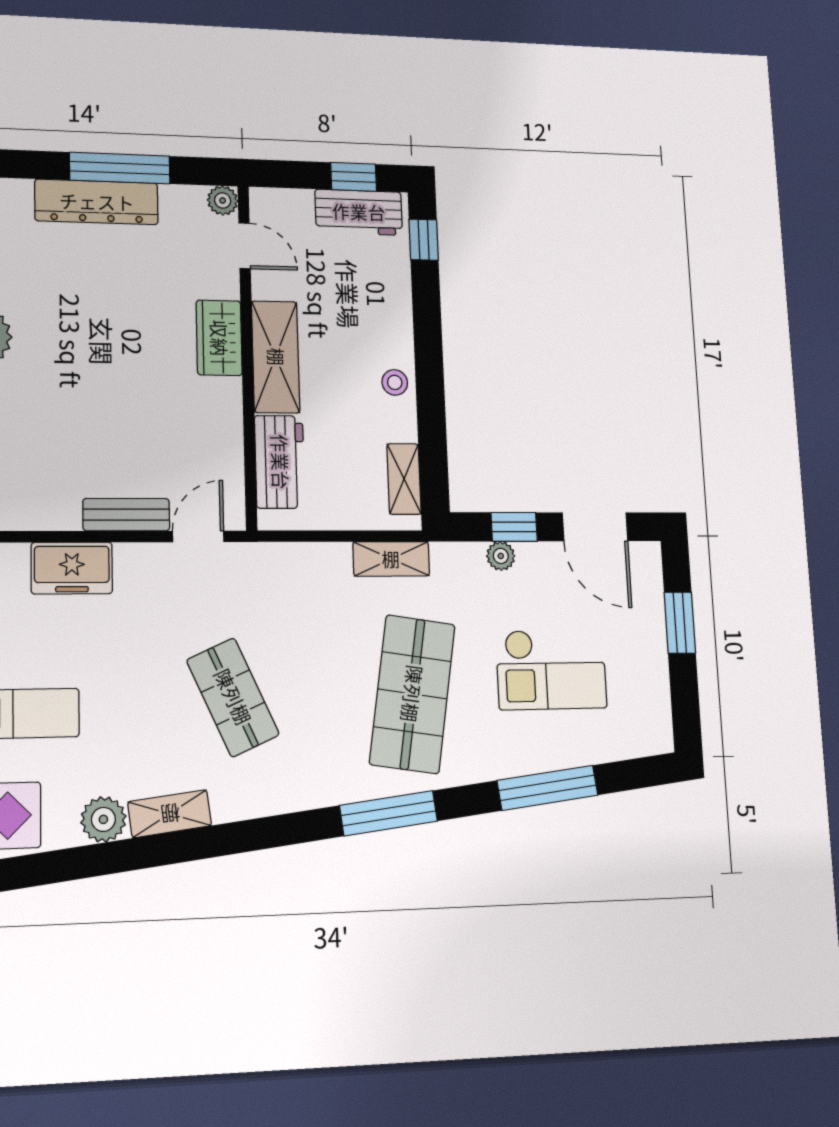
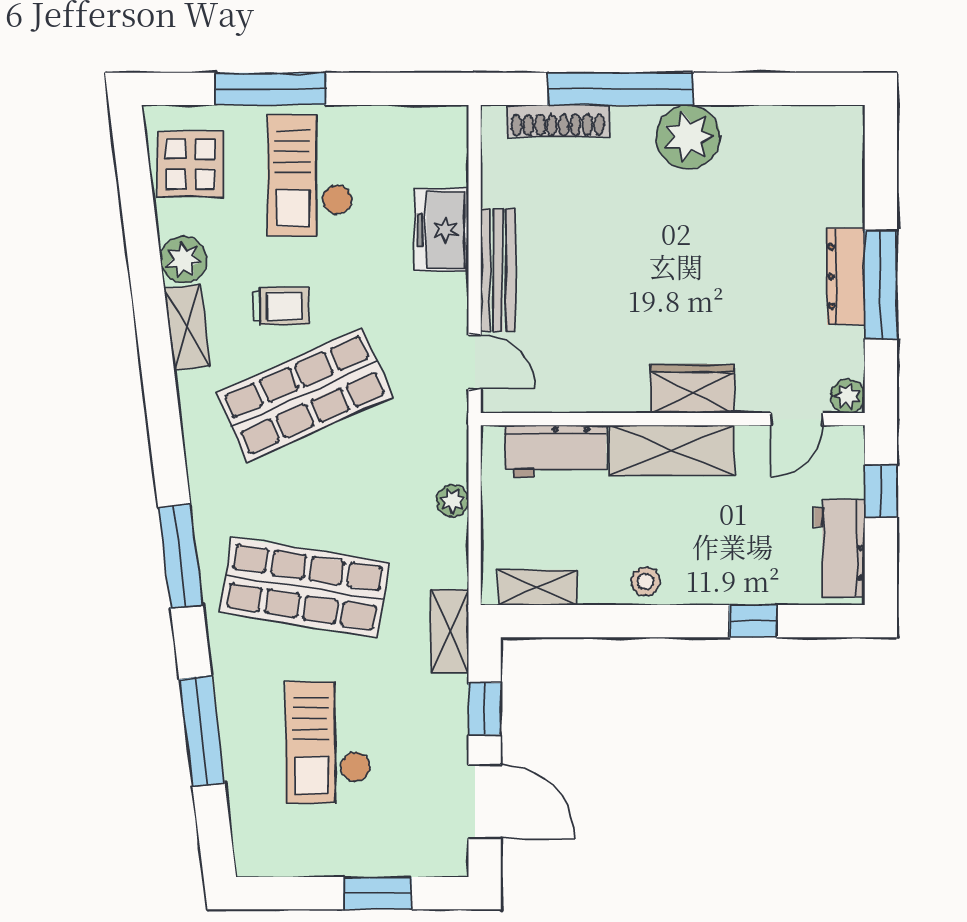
window: (354, 177) -> (881, 491), moved
dresser: (97, 202) -> (846, 277), width x0.73, depth x0.80
window: (424, 240) -> (753, 621), moved
bench: (126, 515) -> (498, 270), width x1.36
door: (595, 527) -> (485, 802), swing flipped
plant: (501, 556) -> (453, 501), moved
shelving: (391, 559) -> (450, 631), moved
shop shelf: (233, 697) -> (305, 395), width x1.43, depth x1.36
trolley: (148, 723) -> (280, 306), added

